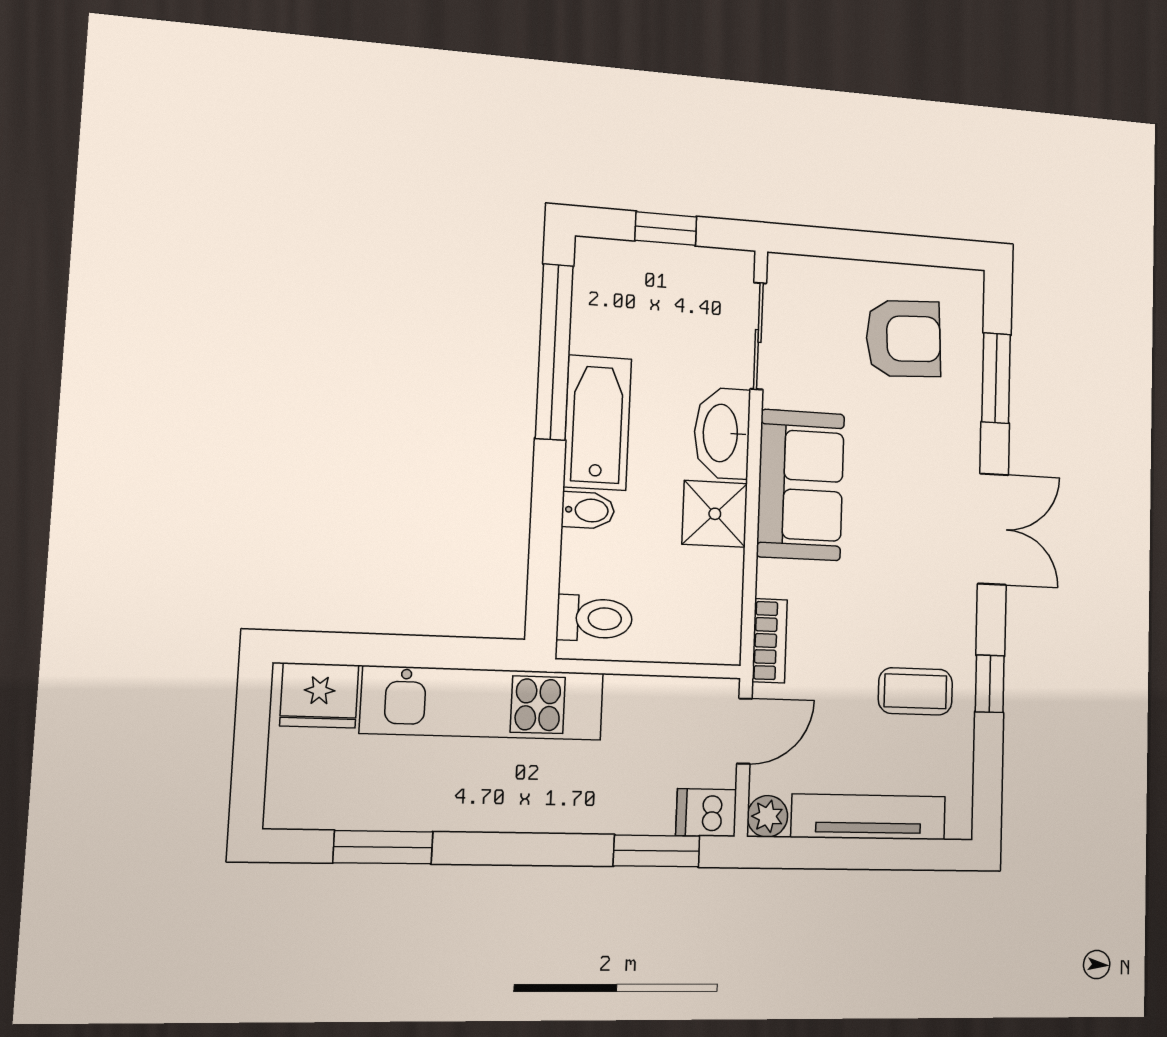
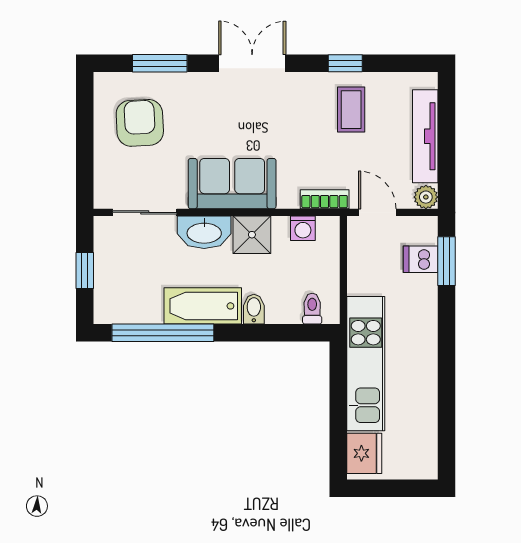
washing machine: (722, 602) -> (303, 228), added
toilet: (594, 618) -> (312, 309), width x0.73, depth x0.72
dishwasher: (706, 813) -> (421, 259), moved, turned 90
window: (383, 847) -> (446, 414), removed

